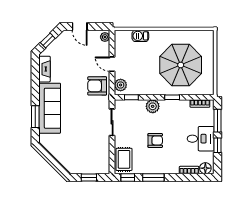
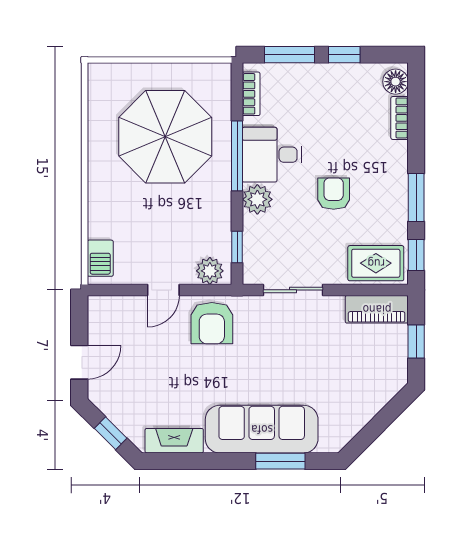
barbecue: (140, 36) -> (100, 258), moved
plant: (105, 37) -> (103, 306), removed
window: (172, 97) -> (237, 156), width x2.17
desk: (201, 139) -> (272, 155), moved, turned -90
piano: (103, 160) -> (377, 309), added

